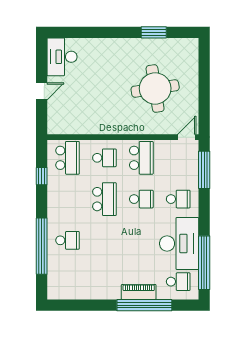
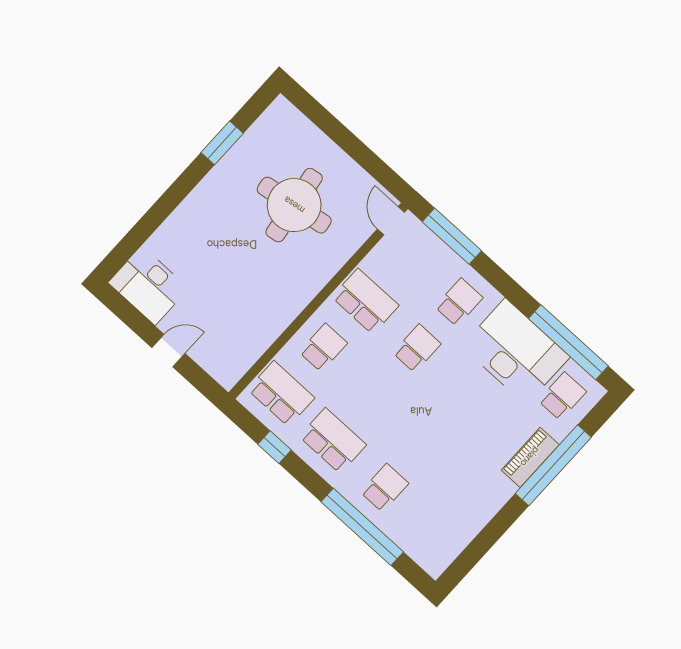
door: (42, 91) -> (168, 351), hinge flipped
school desk: (104, 199) -> (333, 441), moved

